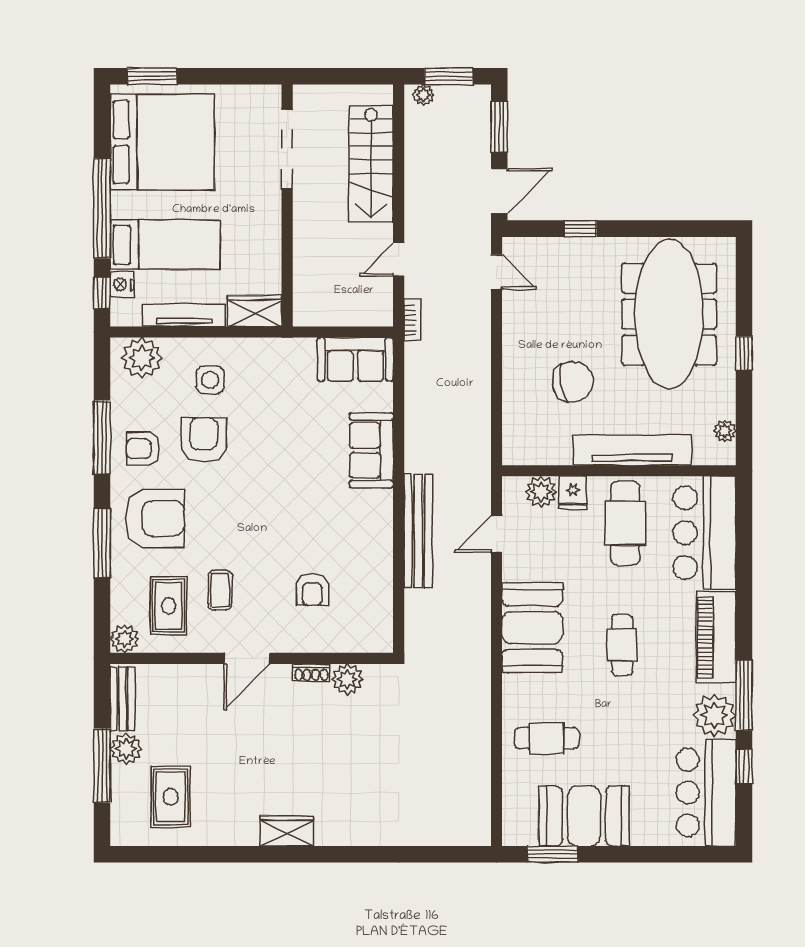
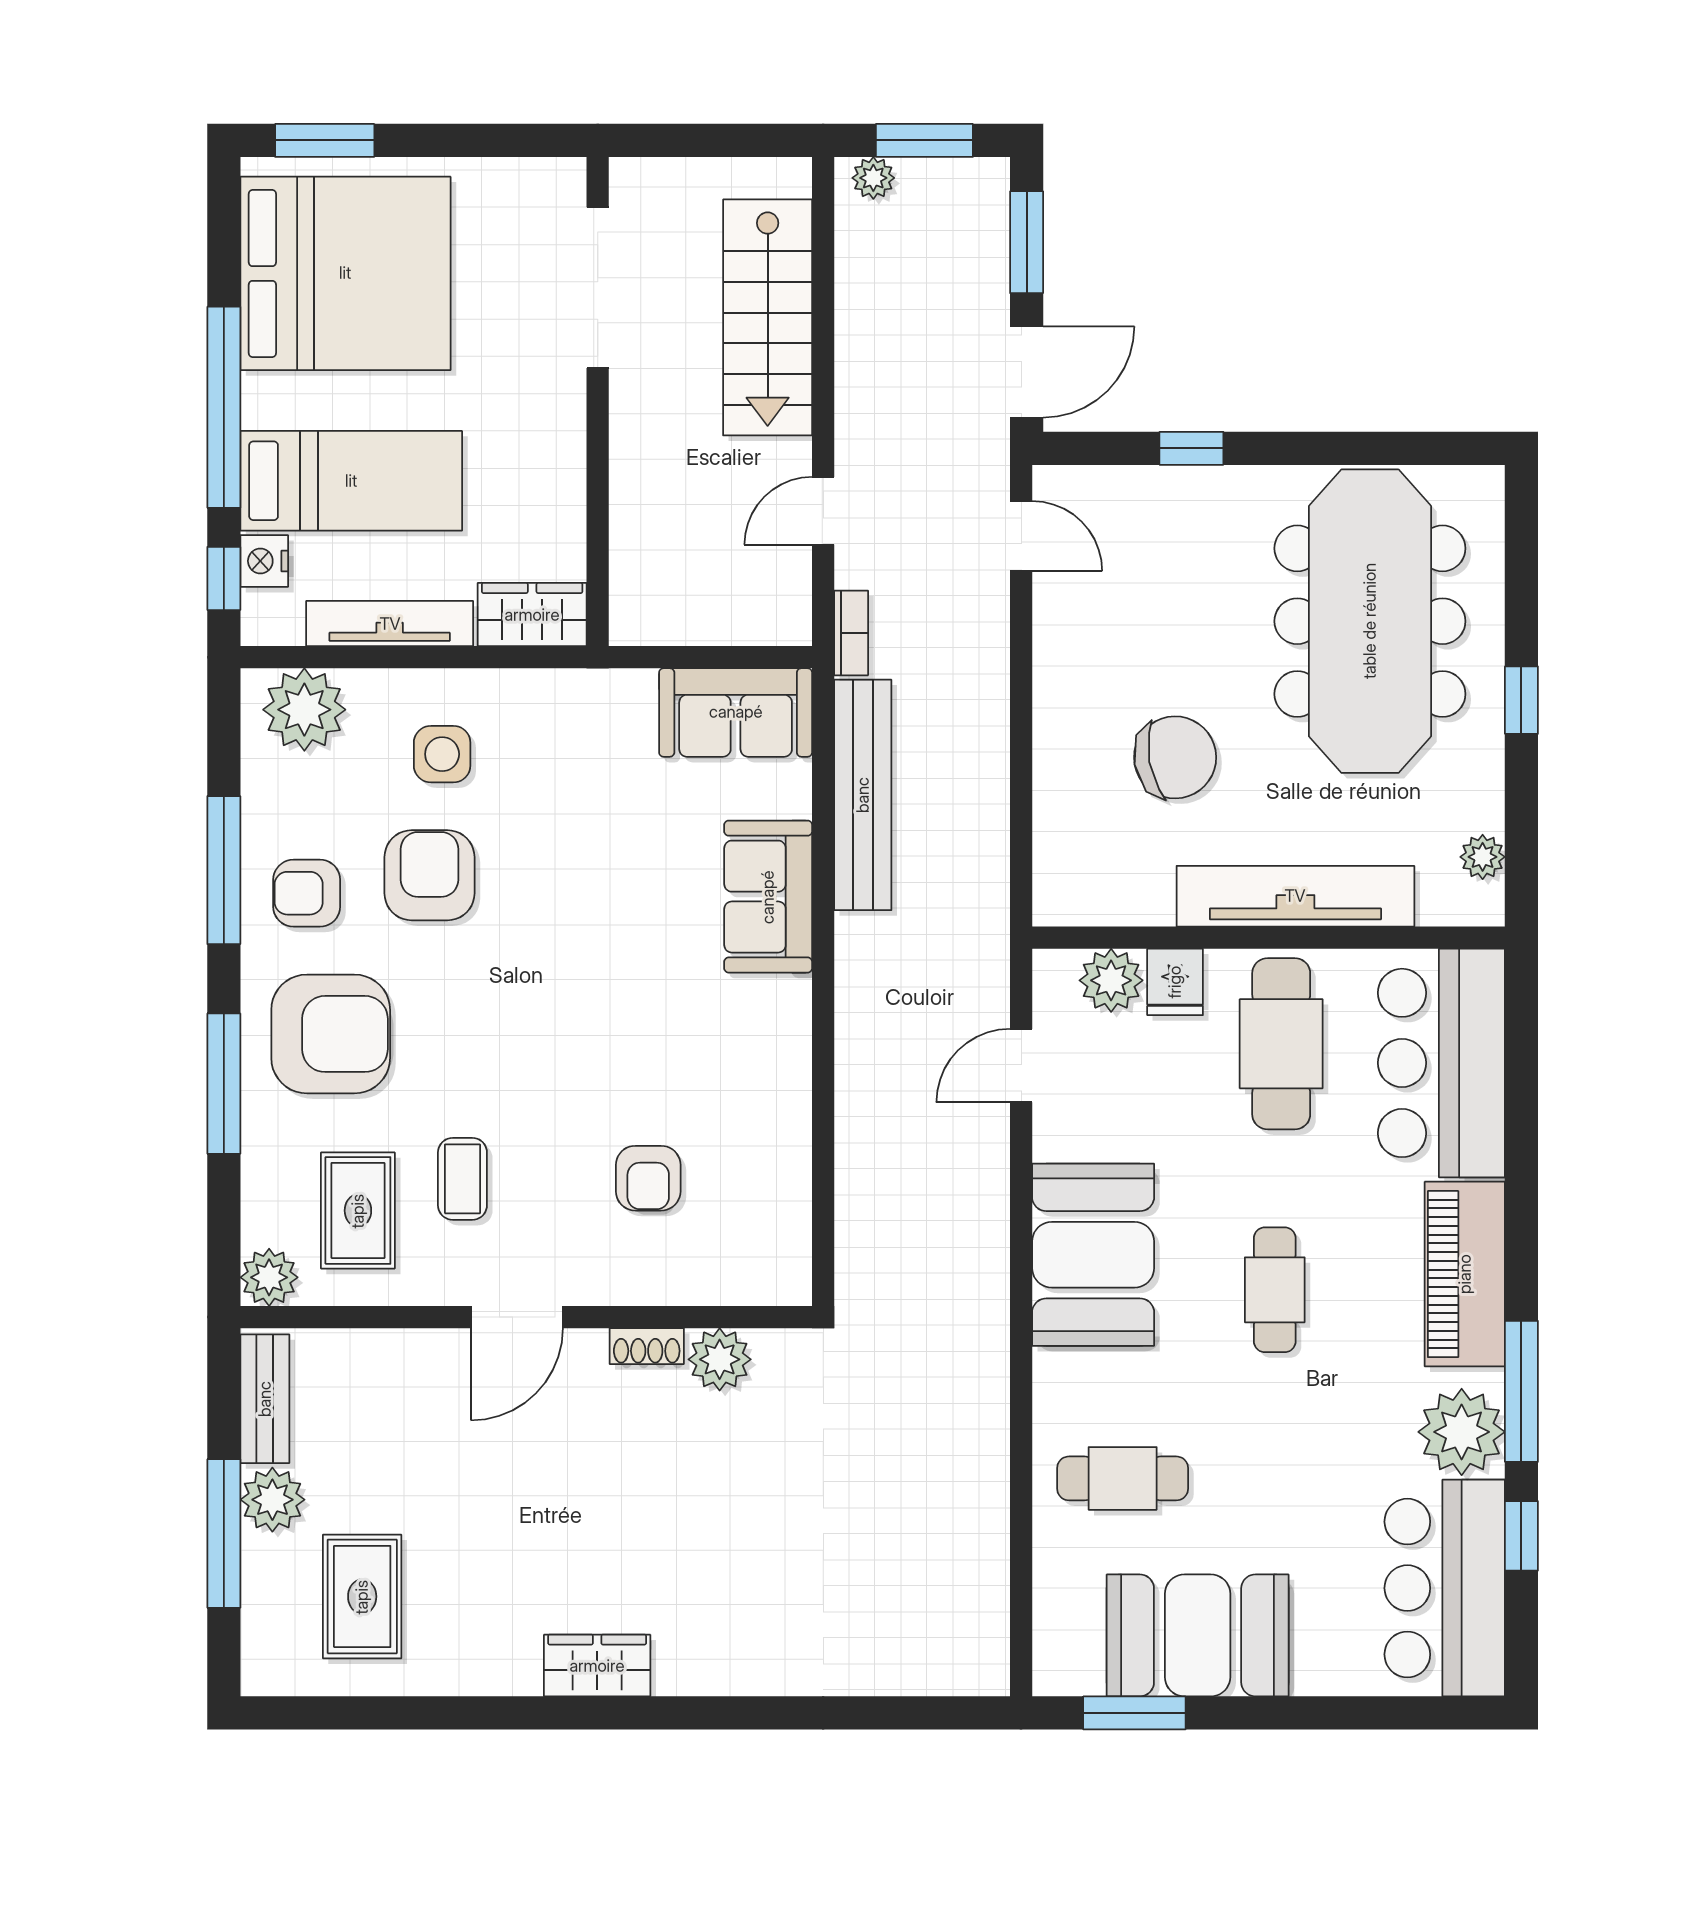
bench: (418, 531) -> (863, 795), moved

